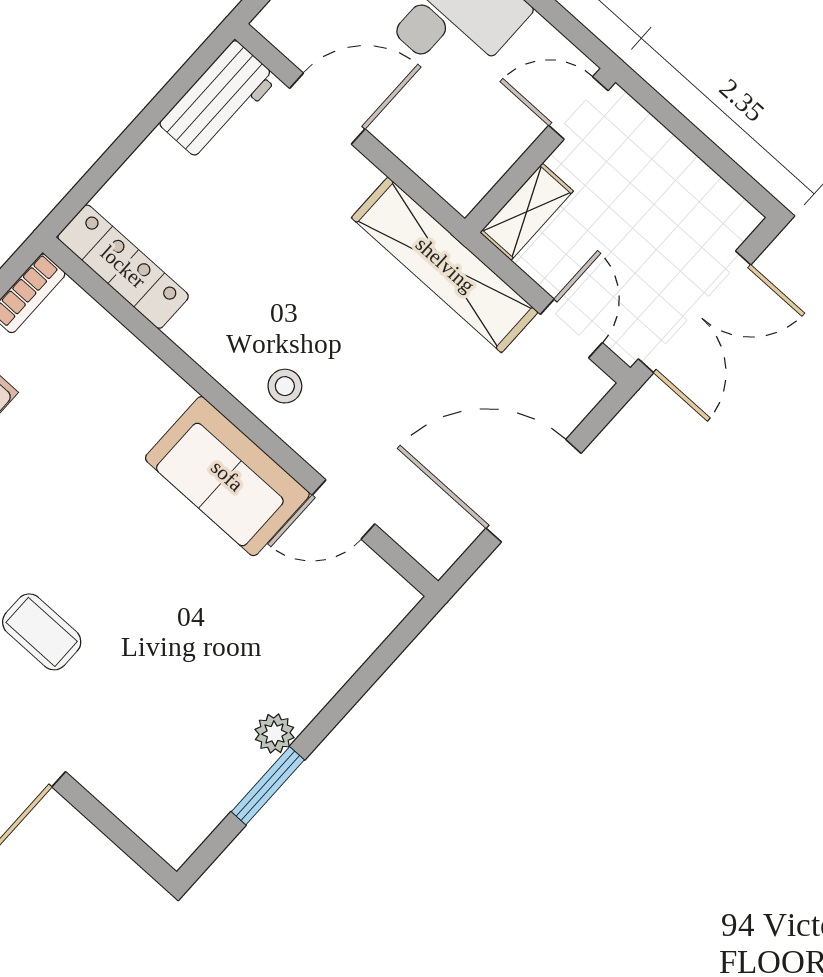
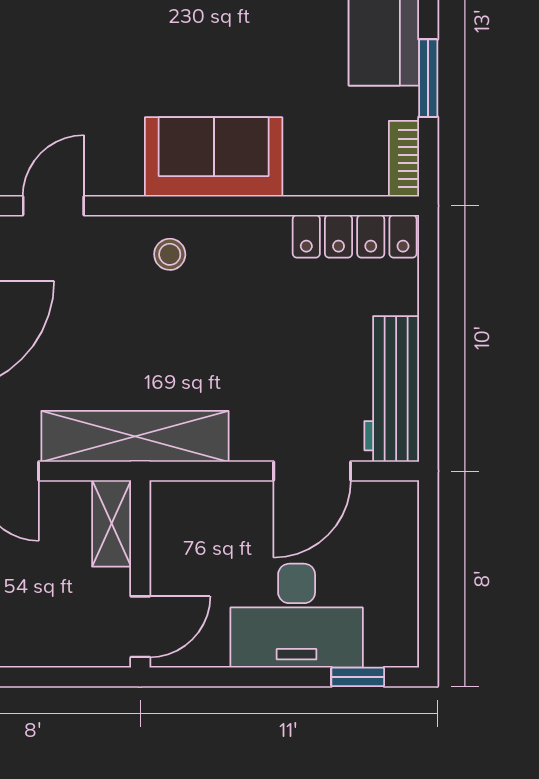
workbench: (218, 101) -> (392, 389), width x1.38
sofa: (227, 476) -> (214, 157), moved

